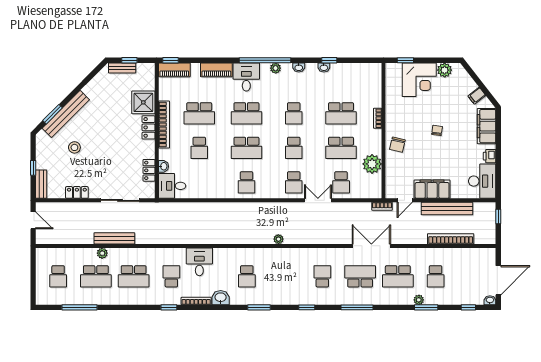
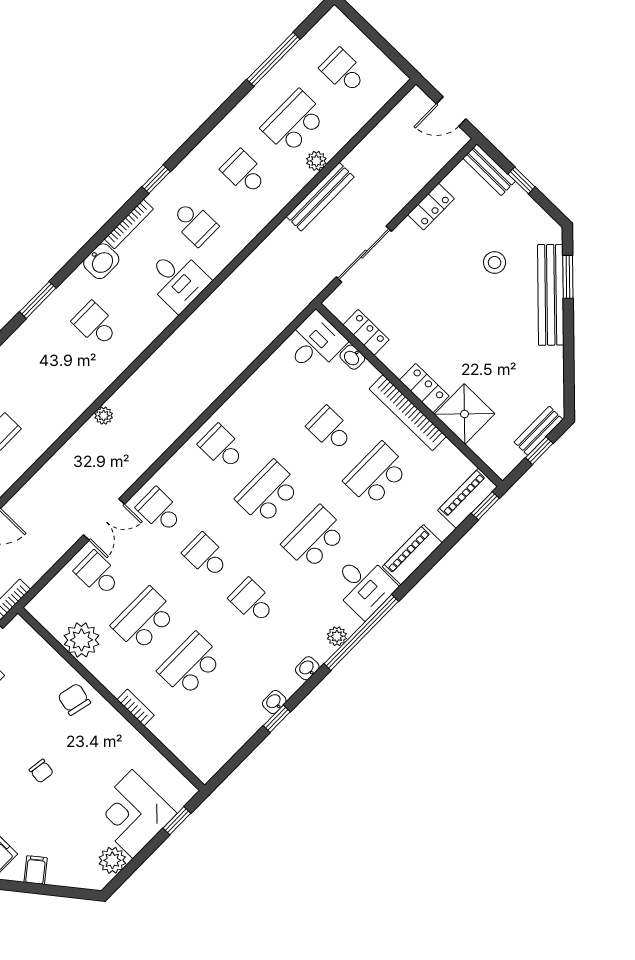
school desk: (134, 276) -> (244, 173), width x0.54

